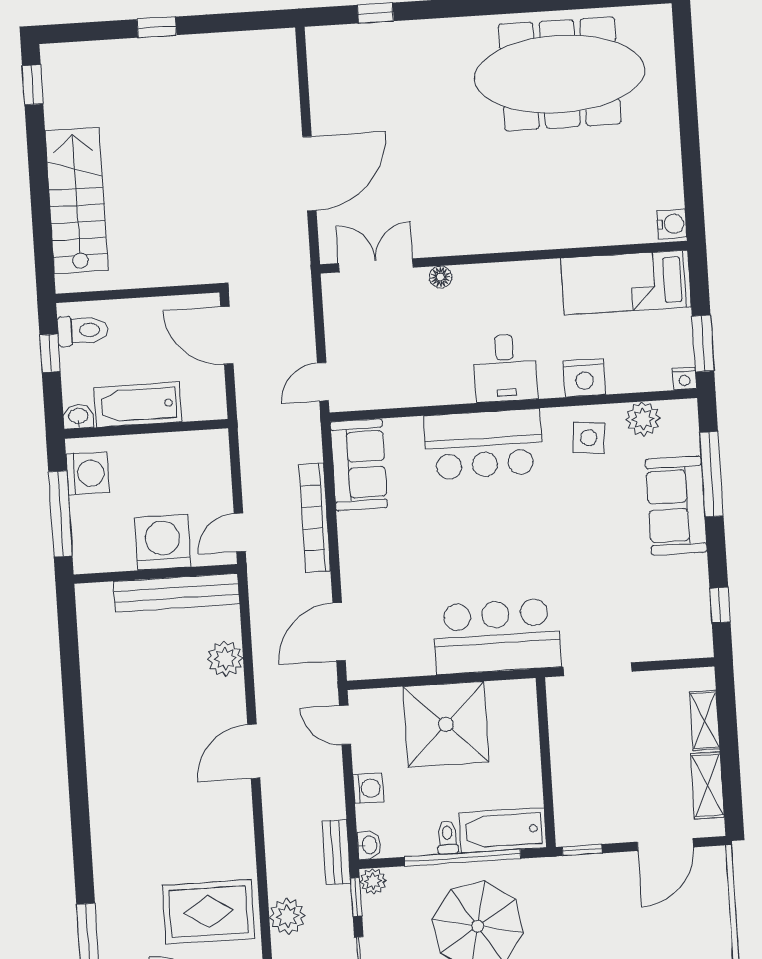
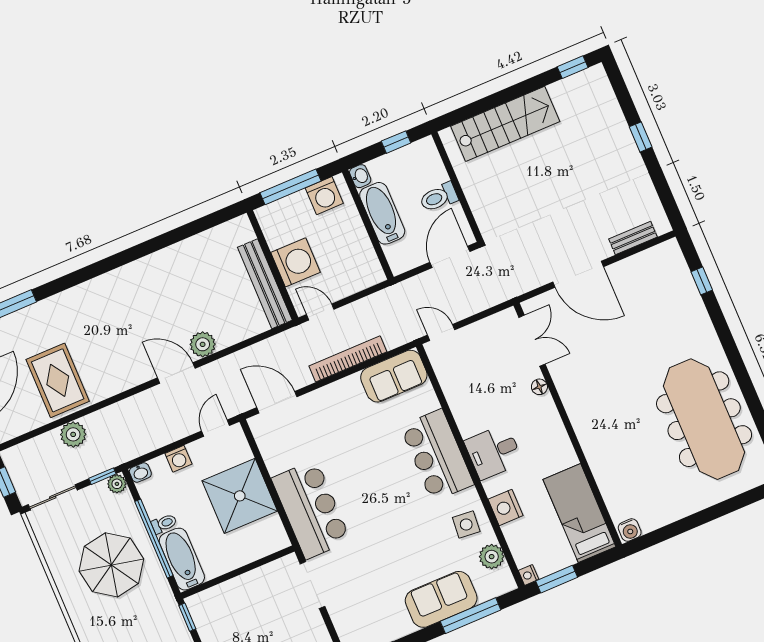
toilet: (83, 330) -> (439, 197), moved, turned 90
plant: (225, 659) -> (203, 344), moved
bench: (336, 852) -> (633, 238), moved

